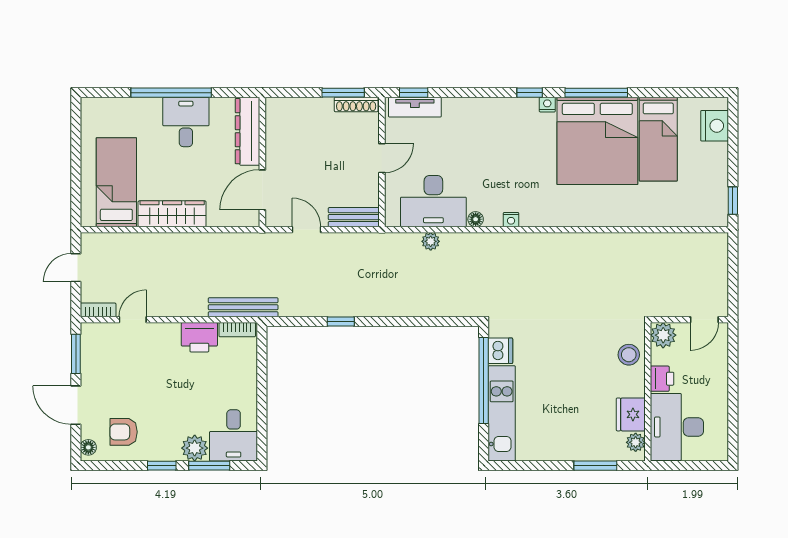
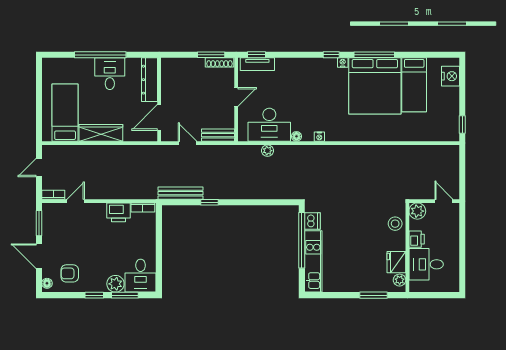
bench: (243, 307) -> (181, 193), moved
door: (704, 320) -> (444, 201), swing flipped
desk: (677, 427) -> (426, 264), width x0.73

